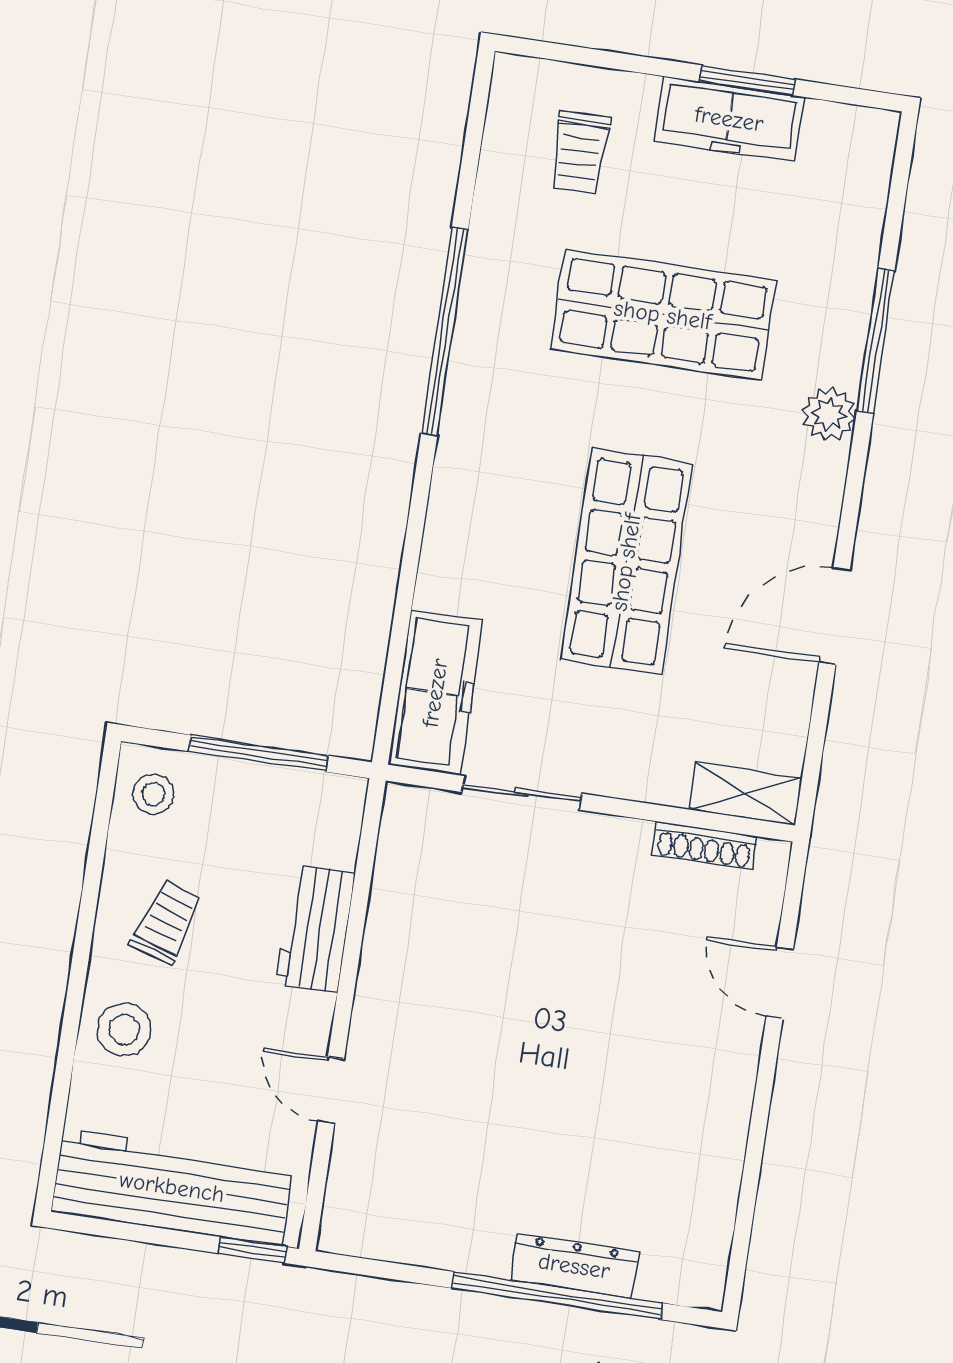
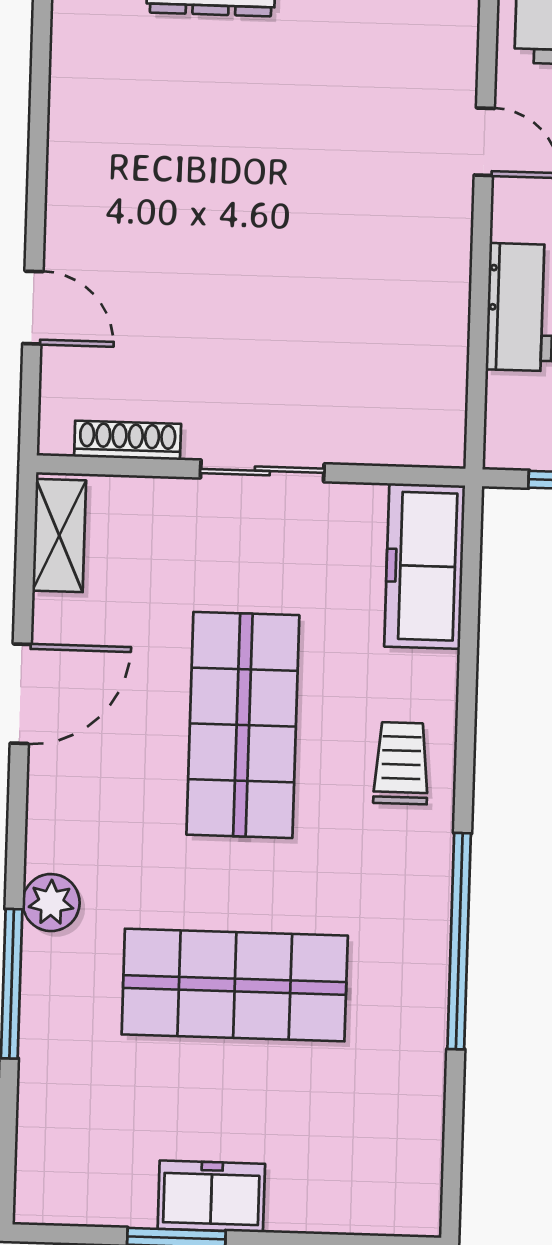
freezer: (729, 119) -> (211, 1196), width x0.71
trolley: (580, 152) -> (401, 763), moved
sliding door: (522, 793) -> (262, 471), moved
shelving: (746, 794) -> (59, 535), moved, turned 90

